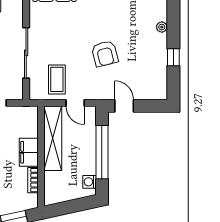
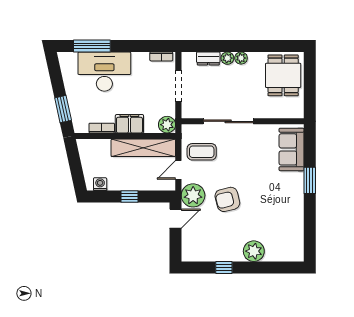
plant: (162, 27) -> (254, 251), width x1.88, depth x1.88
plant: (101, 88) -> (193, 195), added
plant: (30, 114) -> (167, 125), added
window: (102, 152) -> (130, 197), width x0.32

